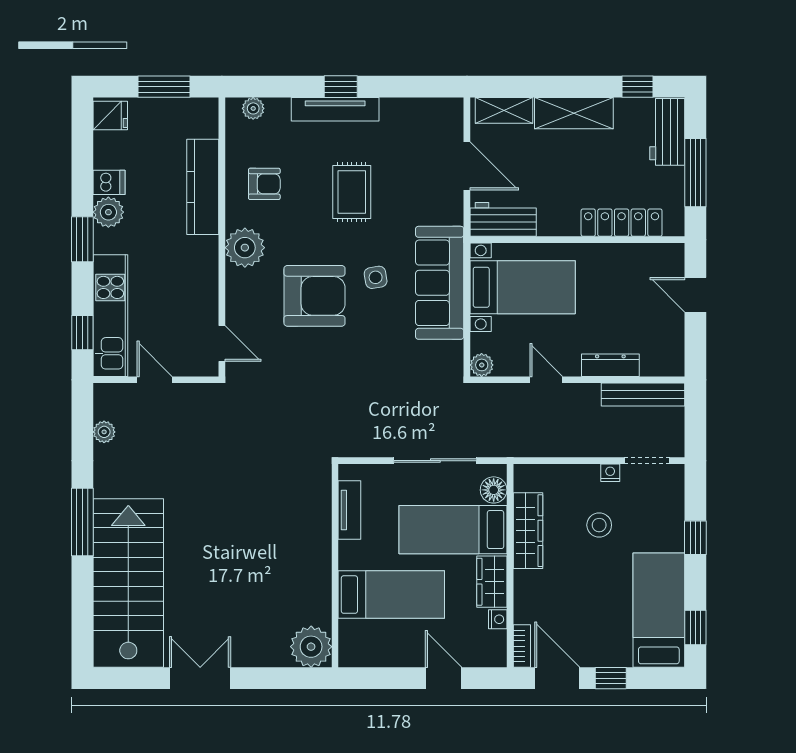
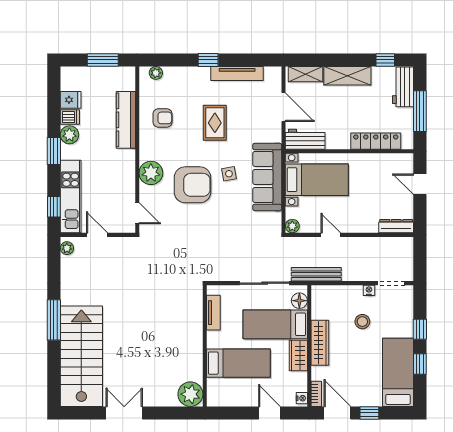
tv unit: (335, 109) -> (237, 73), moved
fridge: (110, 115) -> (71, 100), moved
plant: (245, 248) -> (151, 173), moved
dresser: (610, 365) -> (396, 226), moved
bench: (643, 395) -> (316, 274), moved
plant: (104, 432) -> (67, 248), moved
wardrobe: (528, 531) -> (320, 343), moved
nightstand: (498, 619) -> (302, 398), moved
window: (695, 627) -> (420, 364), moved

